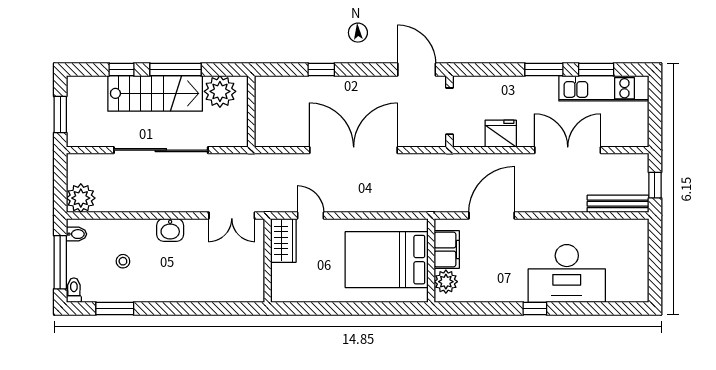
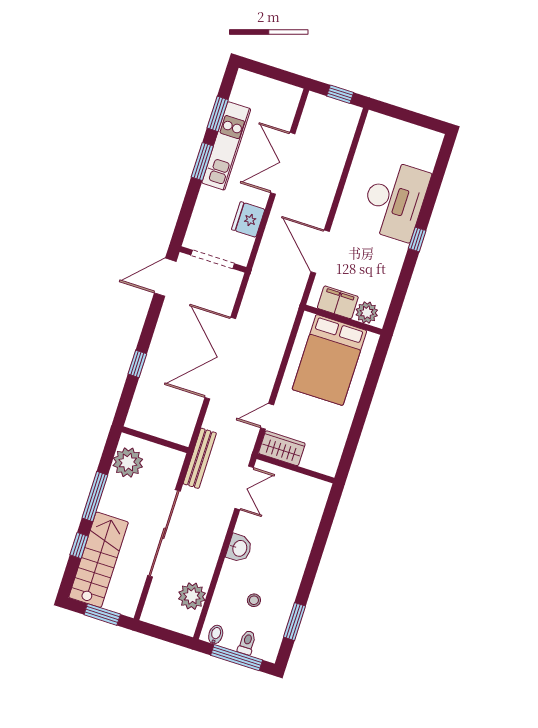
kitchen unit: (604, 88) -> (226, 146), moved
stairs: (155, 93) -> (99, 560), moved
plant: (81, 198) -> (192, 596), moved
bench: (618, 204) -> (200, 458), moved
toilet: (74, 290) -> (247, 642), moved, turned 90

